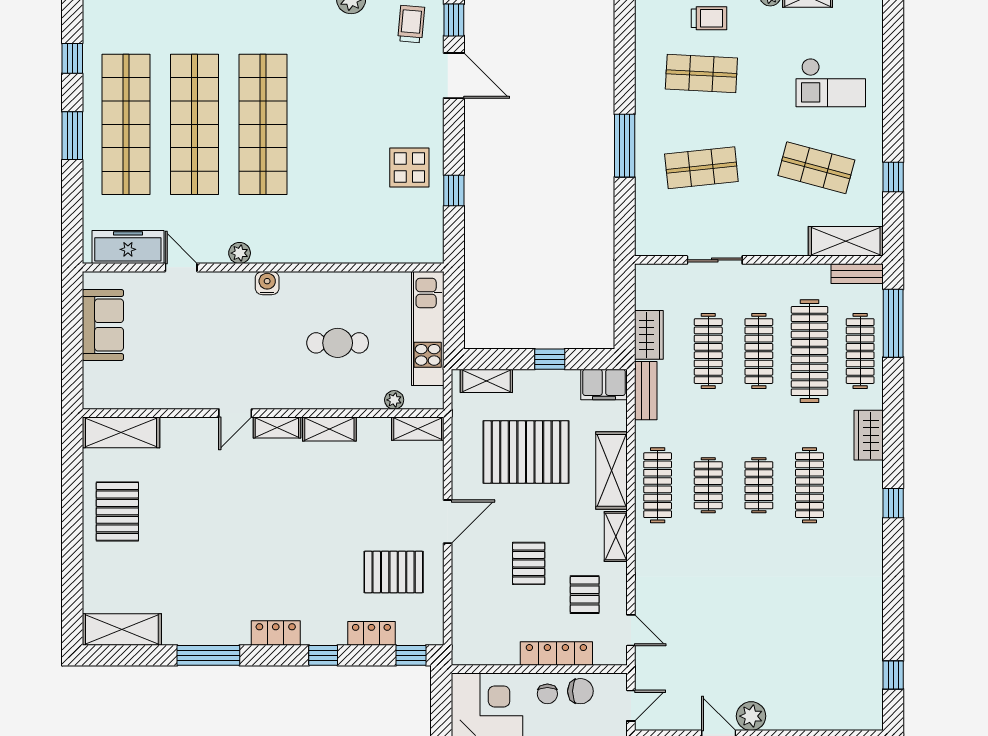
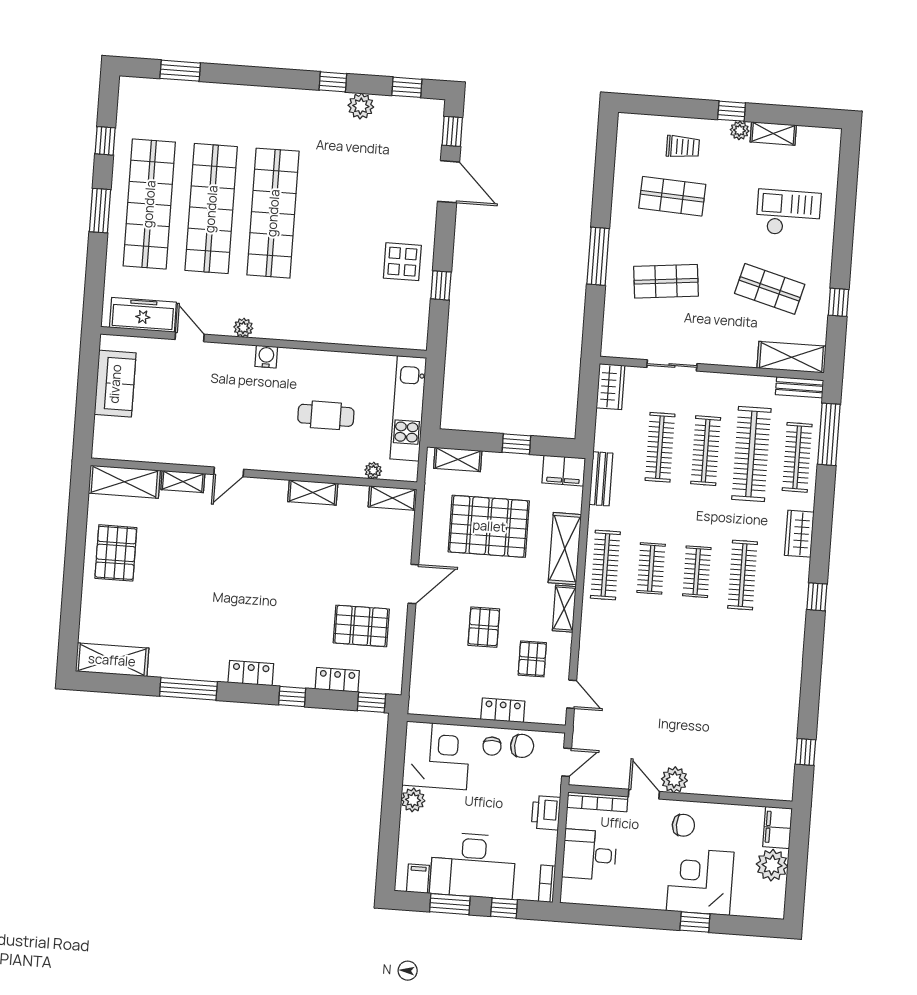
trolley: (411, 24) -> (413, 132), removed
checkout: (831, 83) -> (788, 213), turned 180
wardrobe: (649, 335) -> (610, 387), moved
shelving: (277, 427) -> (183, 482), moved
locker: (556, 653) -> (503, 710), width x0.66

